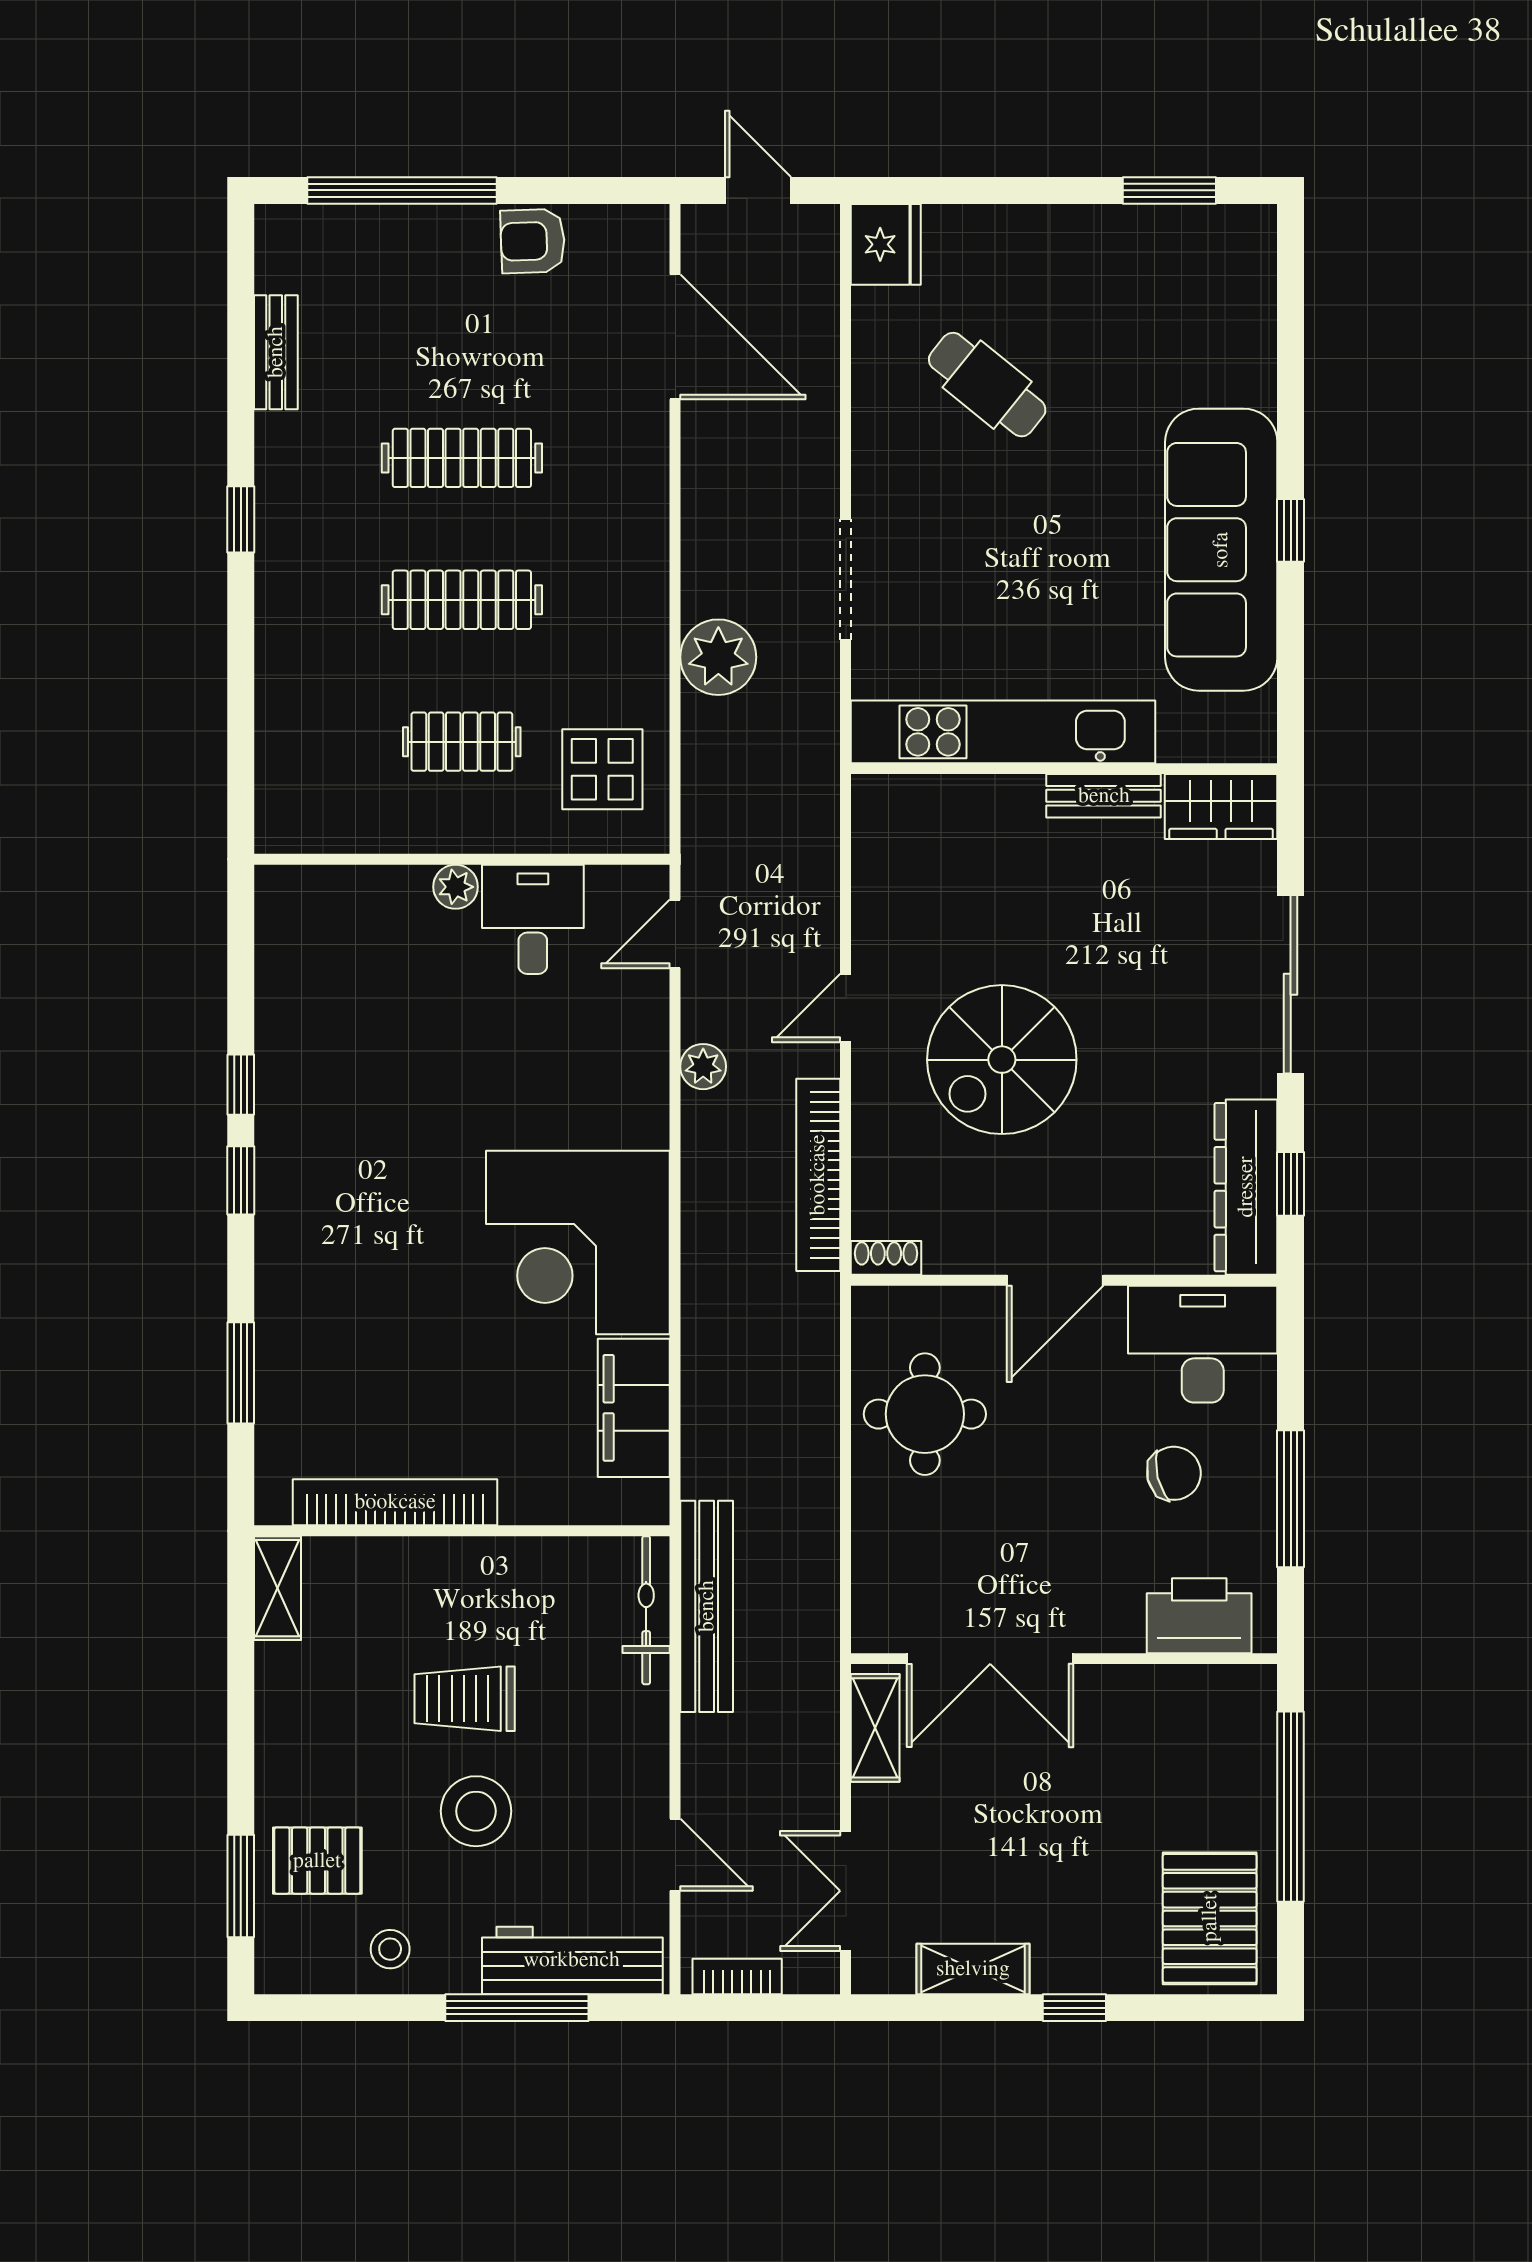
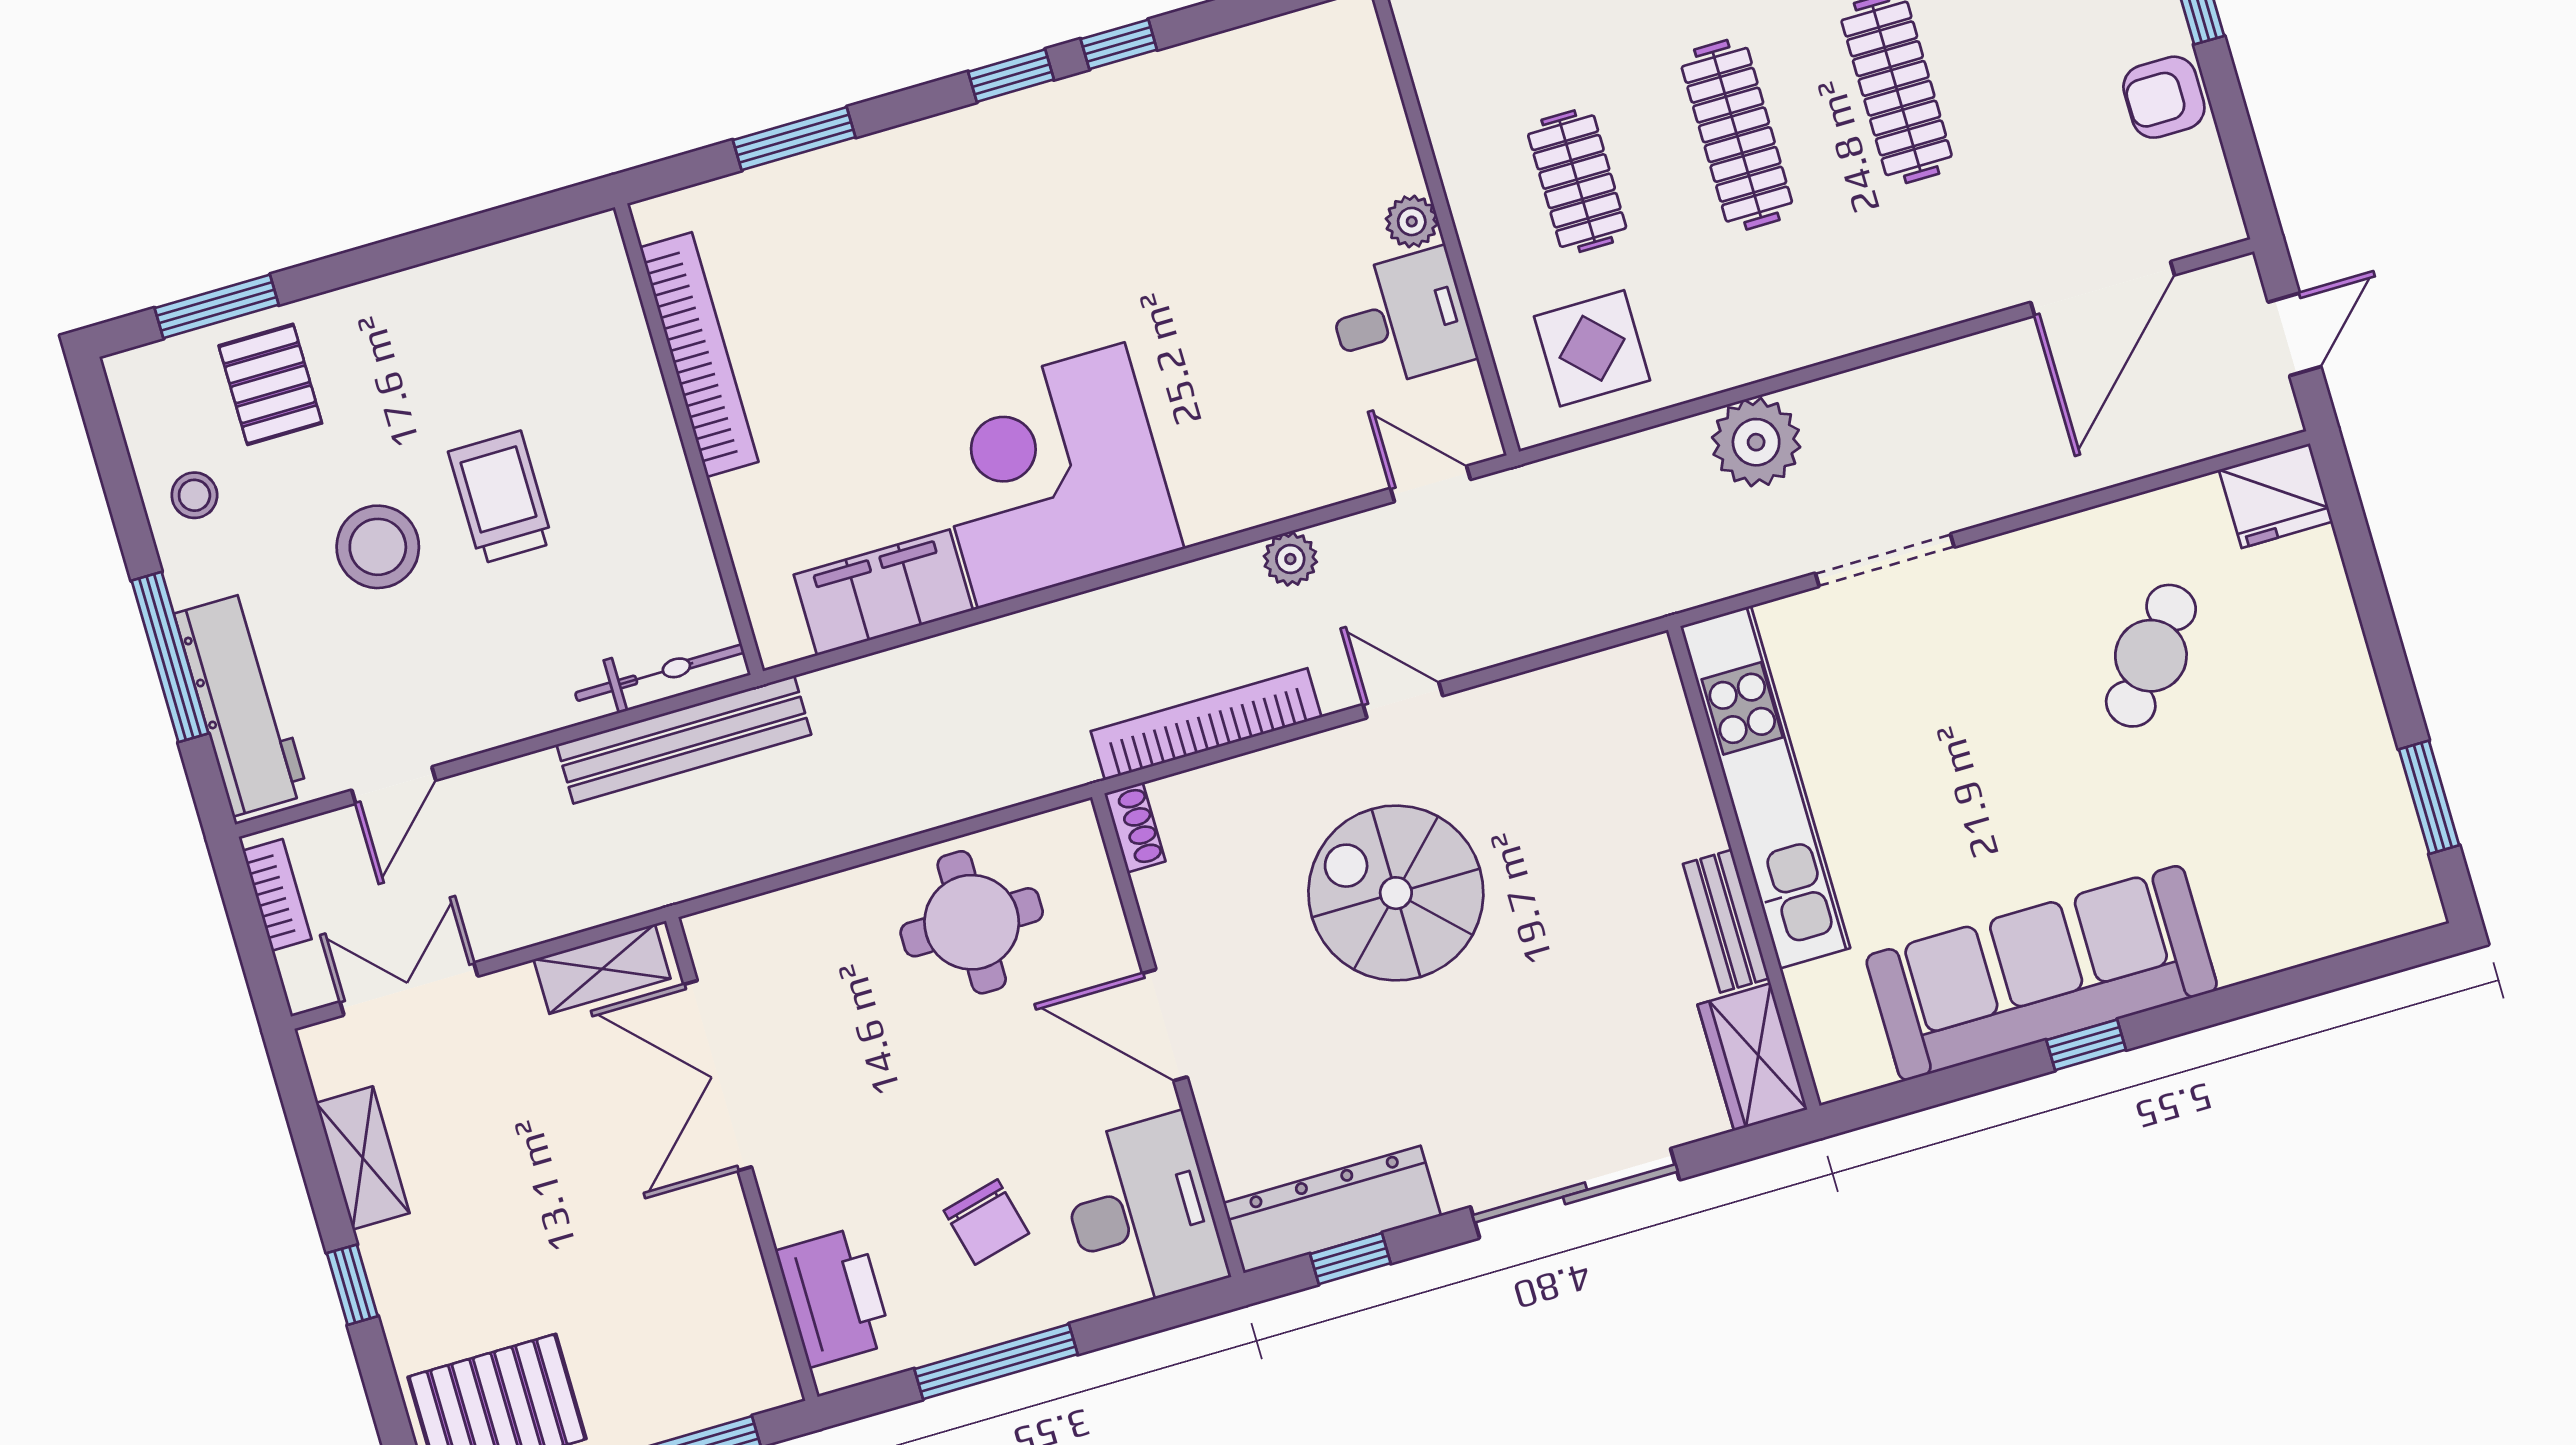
armchair: (533, 241) -> (2164, 97), turned -88
shelving: (277, 1588) -> (564, 250), removed

